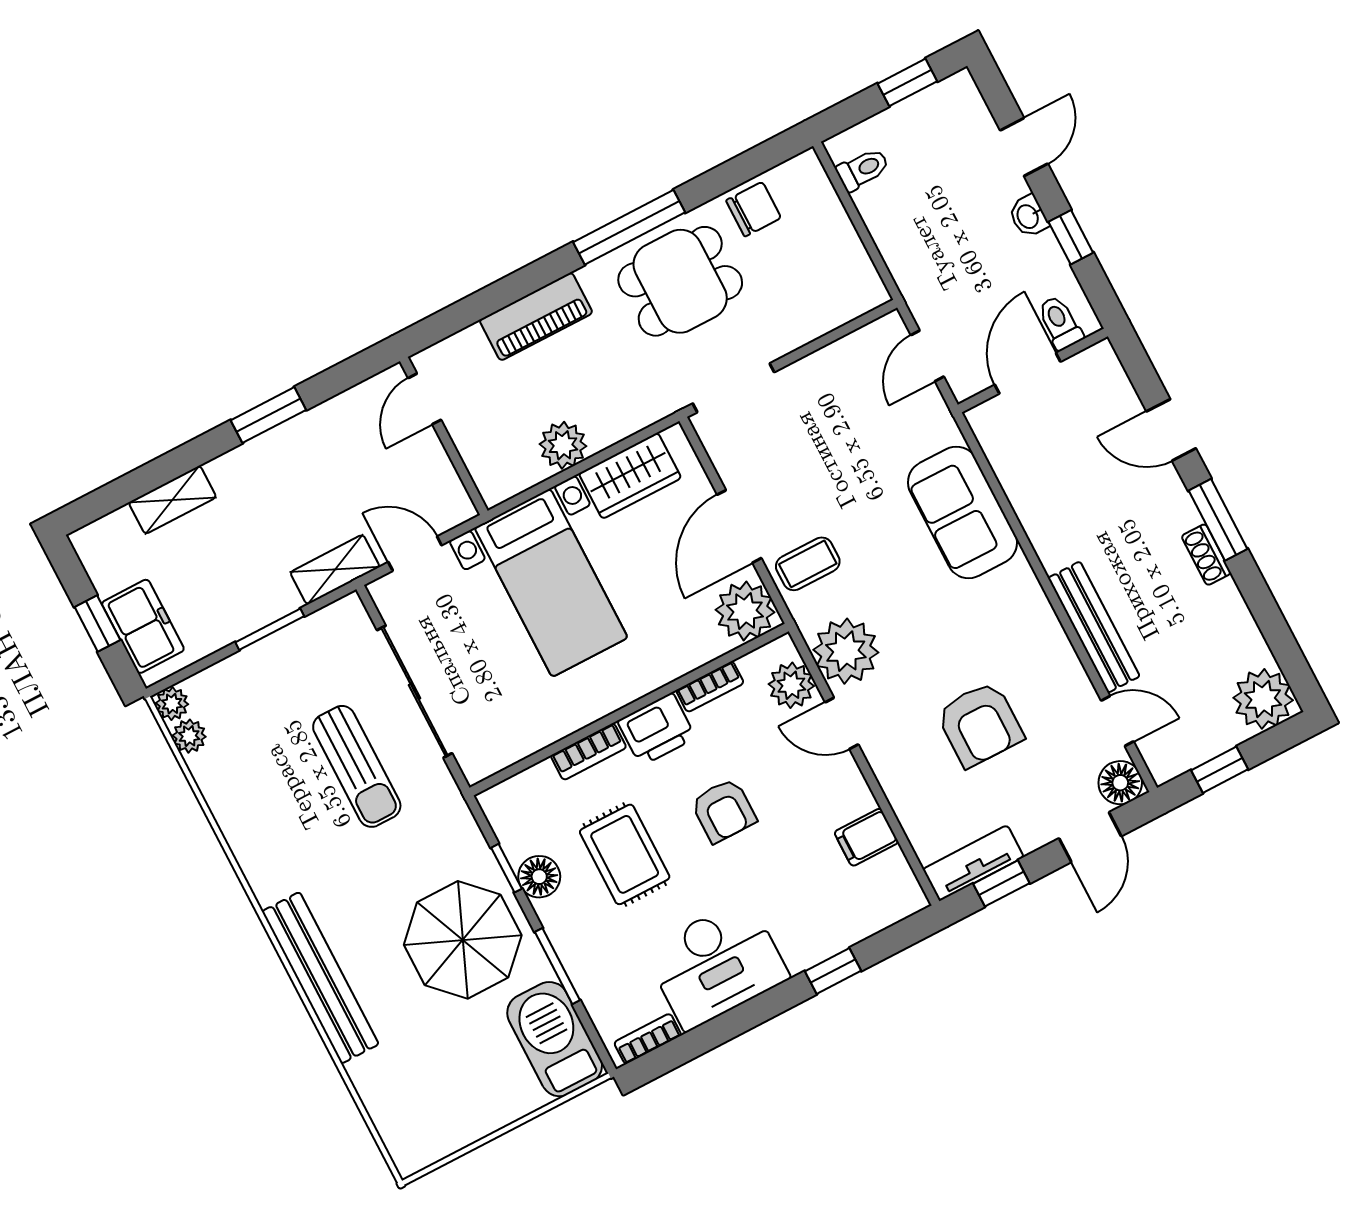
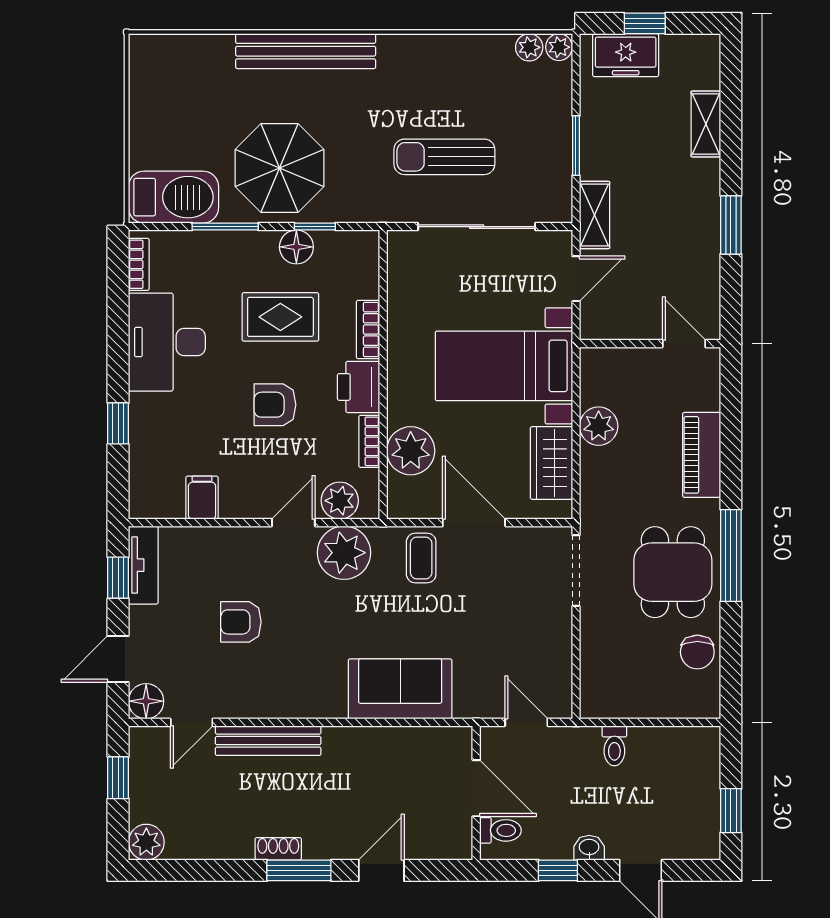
toilet: (863, 169) -> (614, 746), moved
plant: (745, 611) -> (411, 451), moved
plant: (1263, 699) -> (146, 842), width x0.73, depth x0.73
armchair: (980, 724) -> (241, 622), width x0.72, depth x0.72
door: (1090, 837) -> (118, 659), hinge flipped

